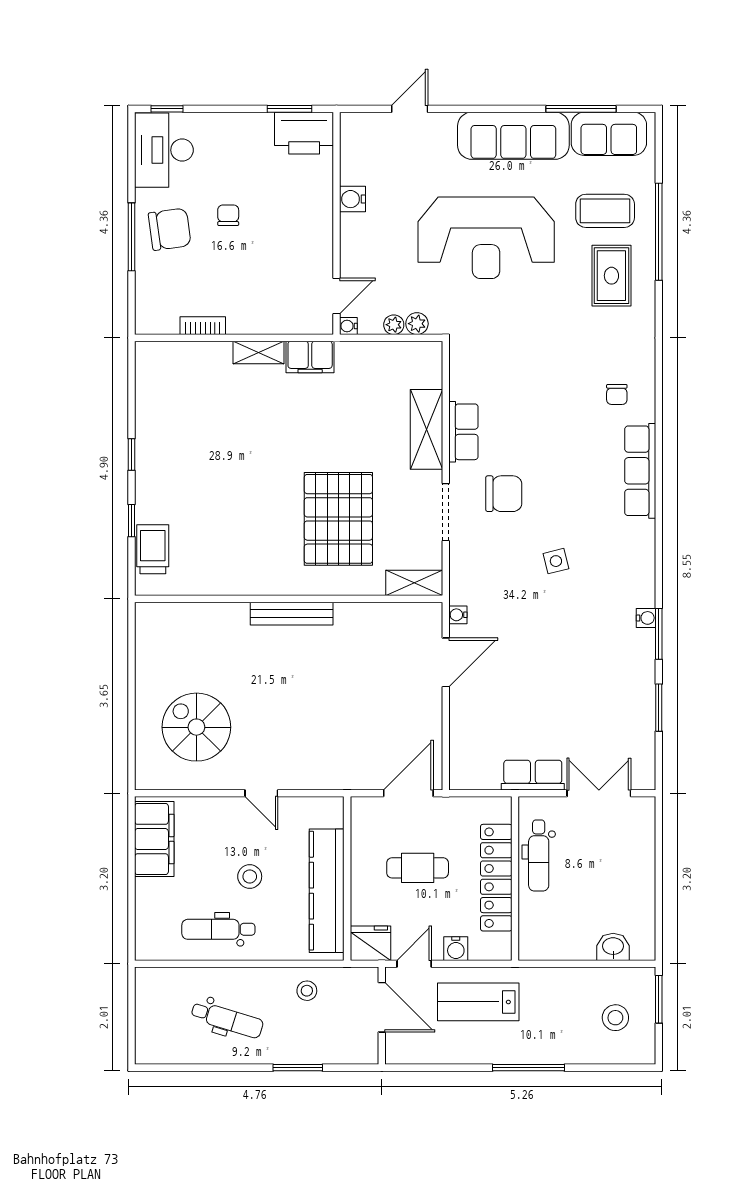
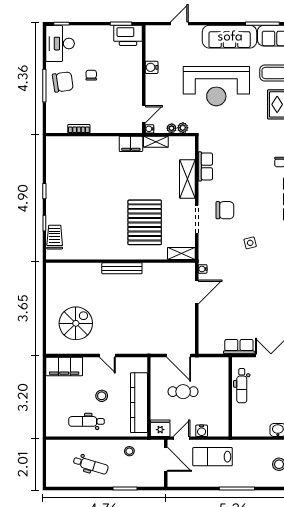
shelving: (259, 353) -> (156, 142), moved
row of seats: (463, 432) -> (205, 166), moved
spiral stairs: (196, 727) -> (76, 323), turned 90
door: (408, 793) -> (179, 355), swing flipped
filing cabinet: (154, 839) -> (64, 366), moved, turned 90
locker: (496, 878) -> (221, 396), removed

